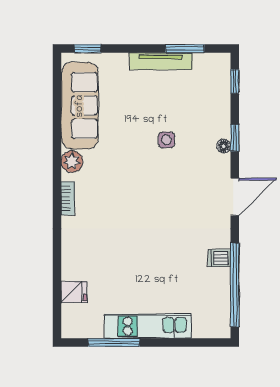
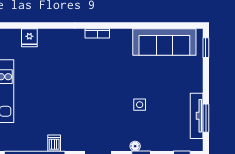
tv unit: (161, 61) -> (197, 116), moved
plant: (72, 161) -> (124, 36), removed

